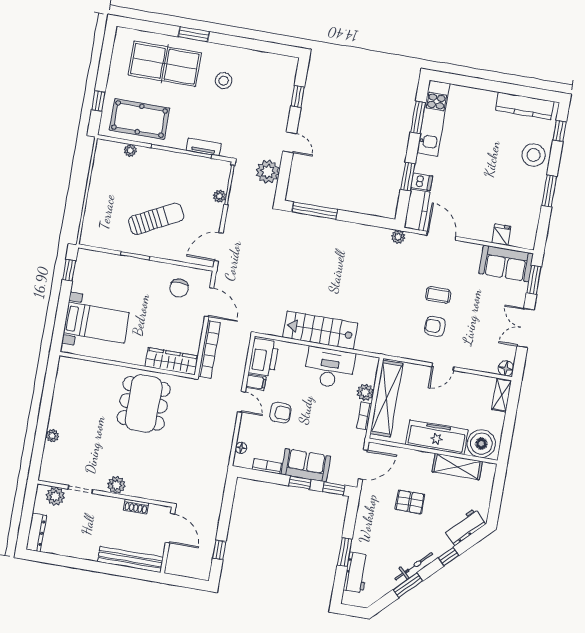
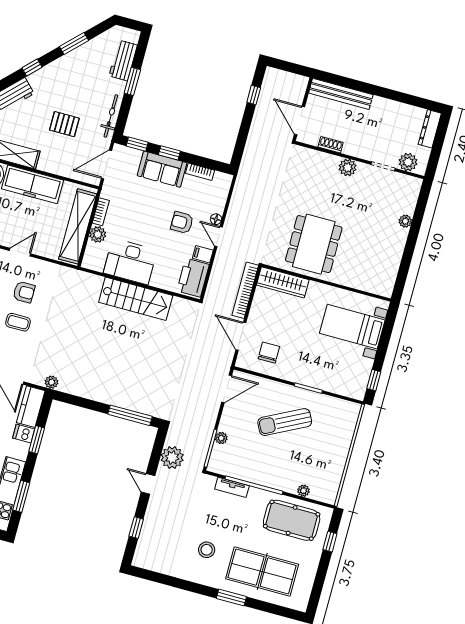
floor lamp: (241, 448) -> (216, 219), moved
bicycle: (414, 566) -> (111, 116), moved, turned 135

